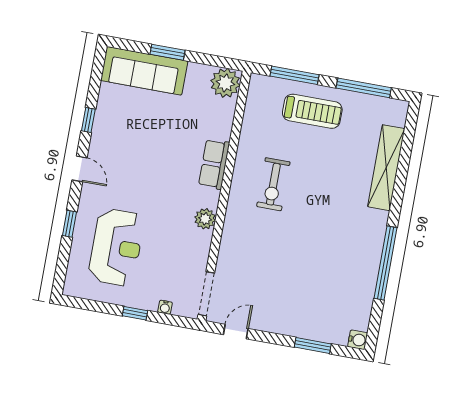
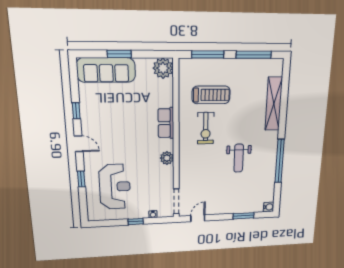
treadmill: (312, 111) -> (211, 95), moved
weight bench: (318, 243) -> (239, 158), added

